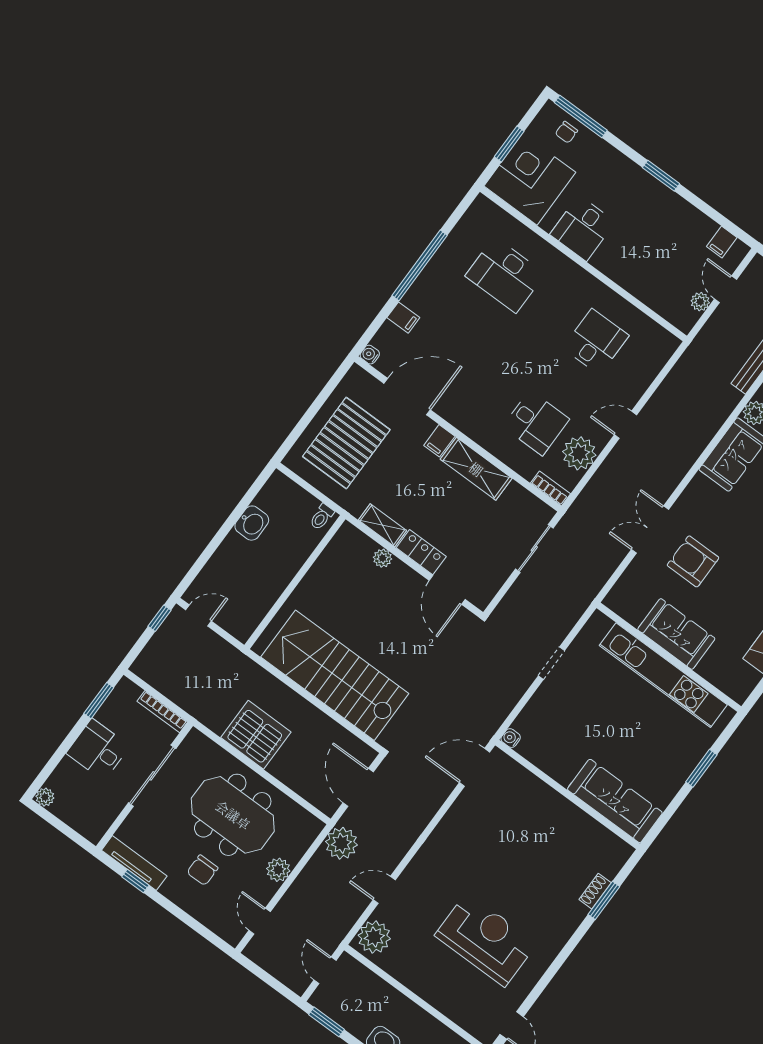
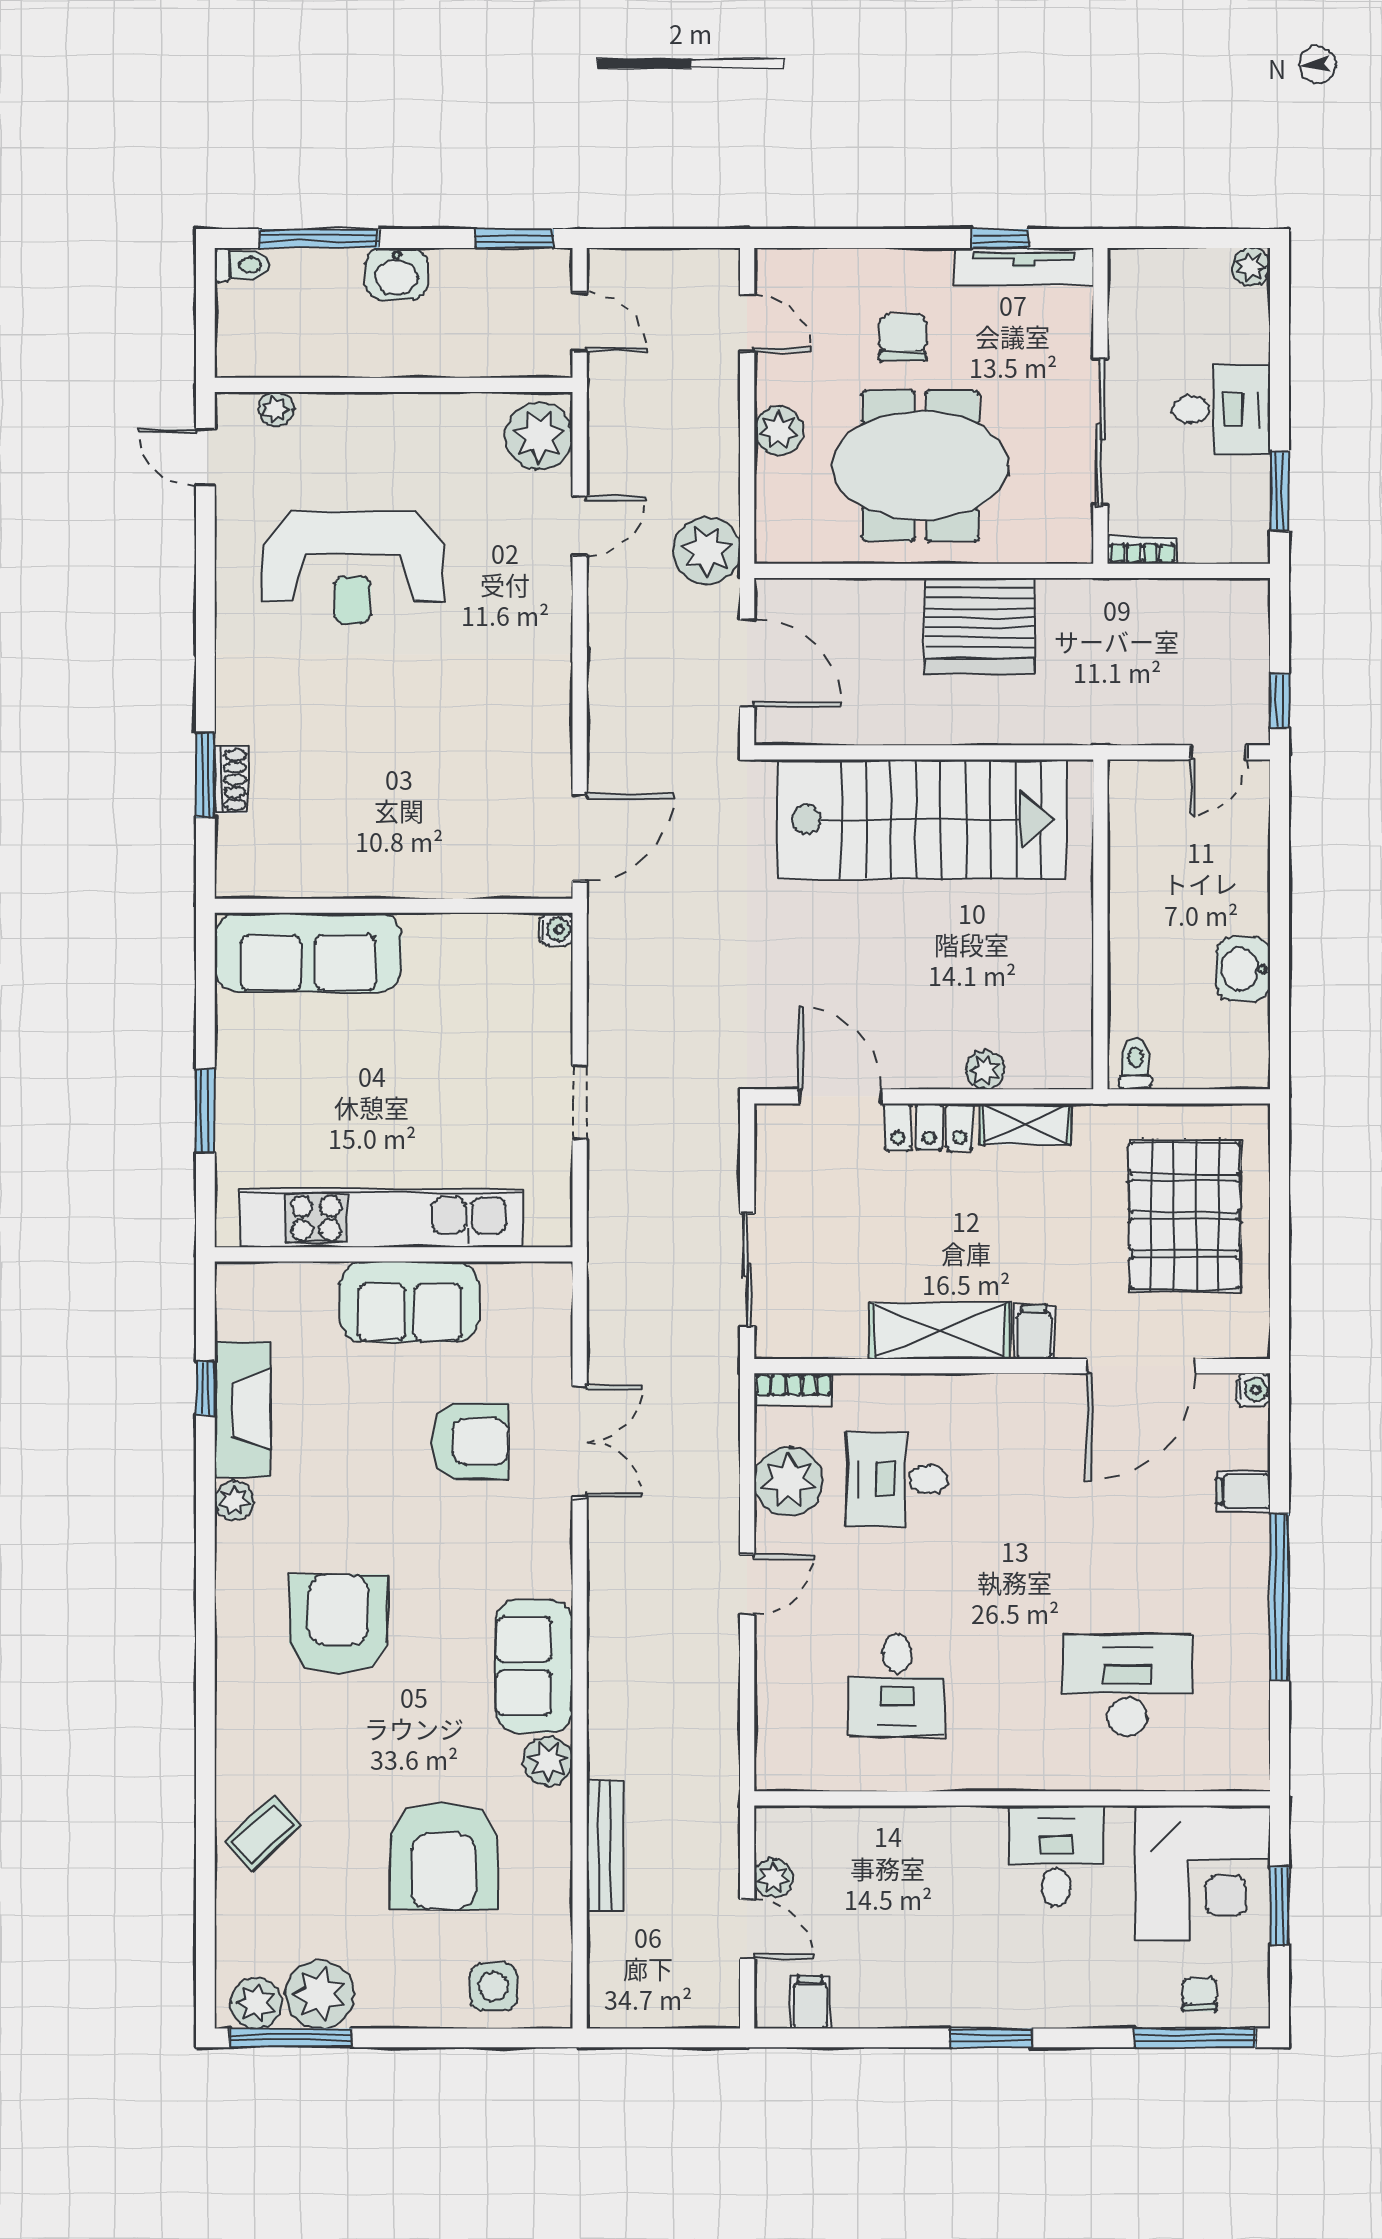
bookcase: (162, 712) -> (1142, 550), width x0.64
plant: (470, 1024) -> (276, 409), added

